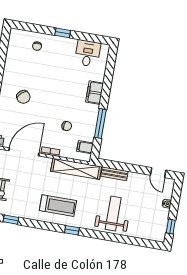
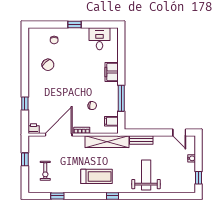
chair: (23, 97) -> (48, 65), moved

